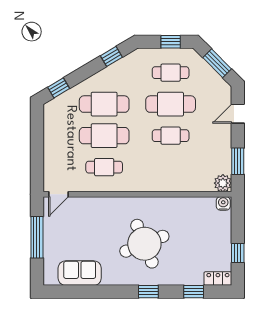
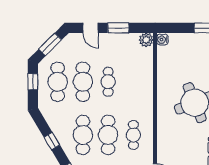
window: (111, 56) -> (52, 141), moved
cafe table: (171, 73) -> (58, 82), width x1.37, depth x1.35
window: (238, 161) -> (118, 28), moved

